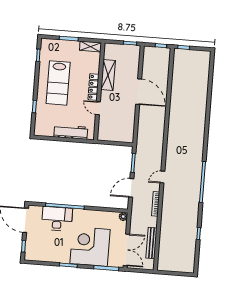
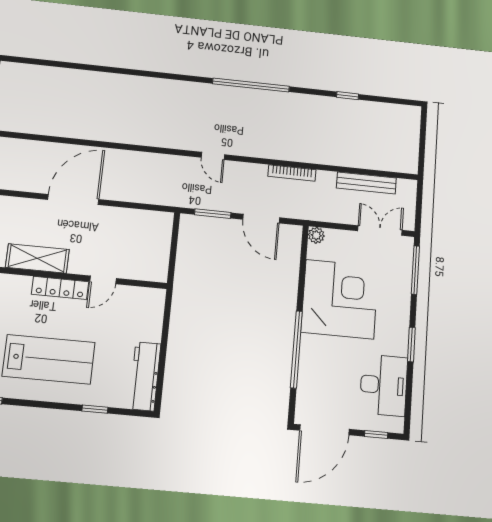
workbench: (71, 132) -> (145, 376), moved
door: (162, 177) -> (213, 156), moved
desk: (57, 219) -> (384, 385), moved, turned 180
corner desk: (90, 247) -> (340, 299), moved, turned 180
double door: (126, 250) -> (380, 231), width x0.73

